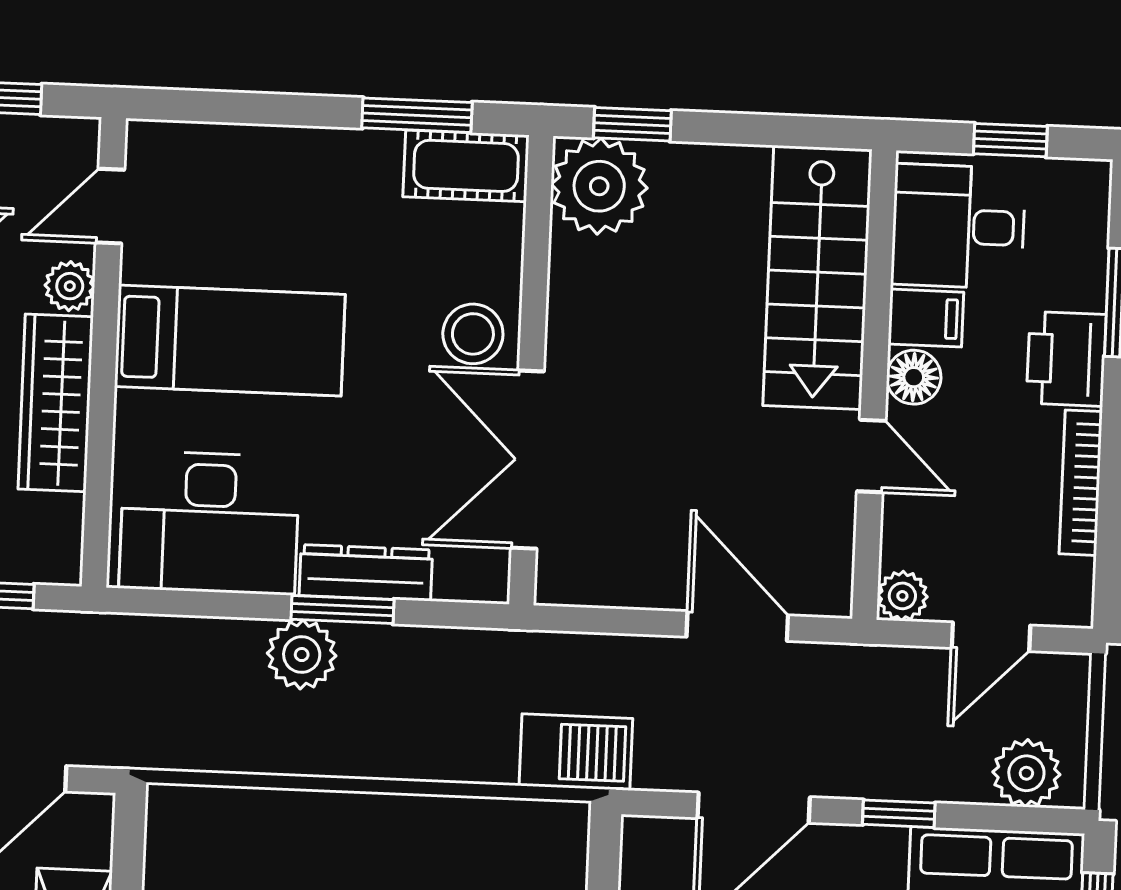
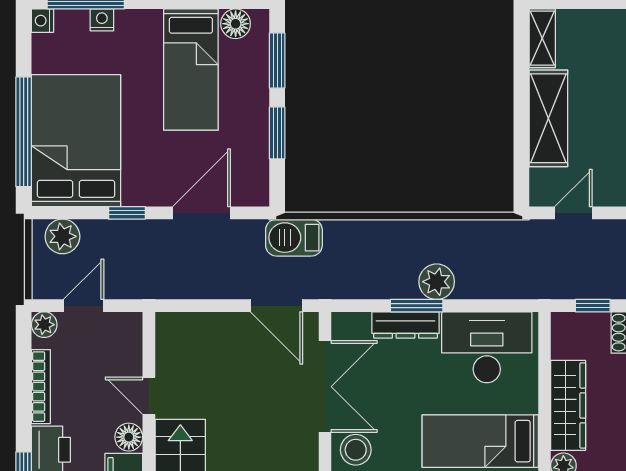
plant: (902, 596) -> (44, 325), moved
door: (737, 626) -> (277, 306), moved

